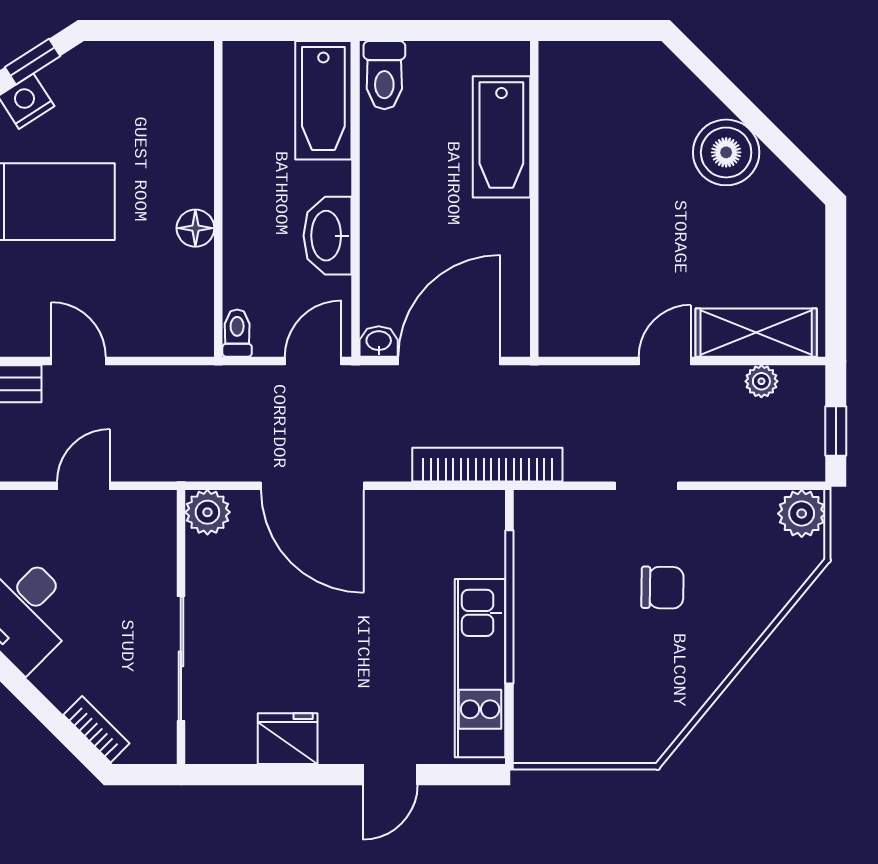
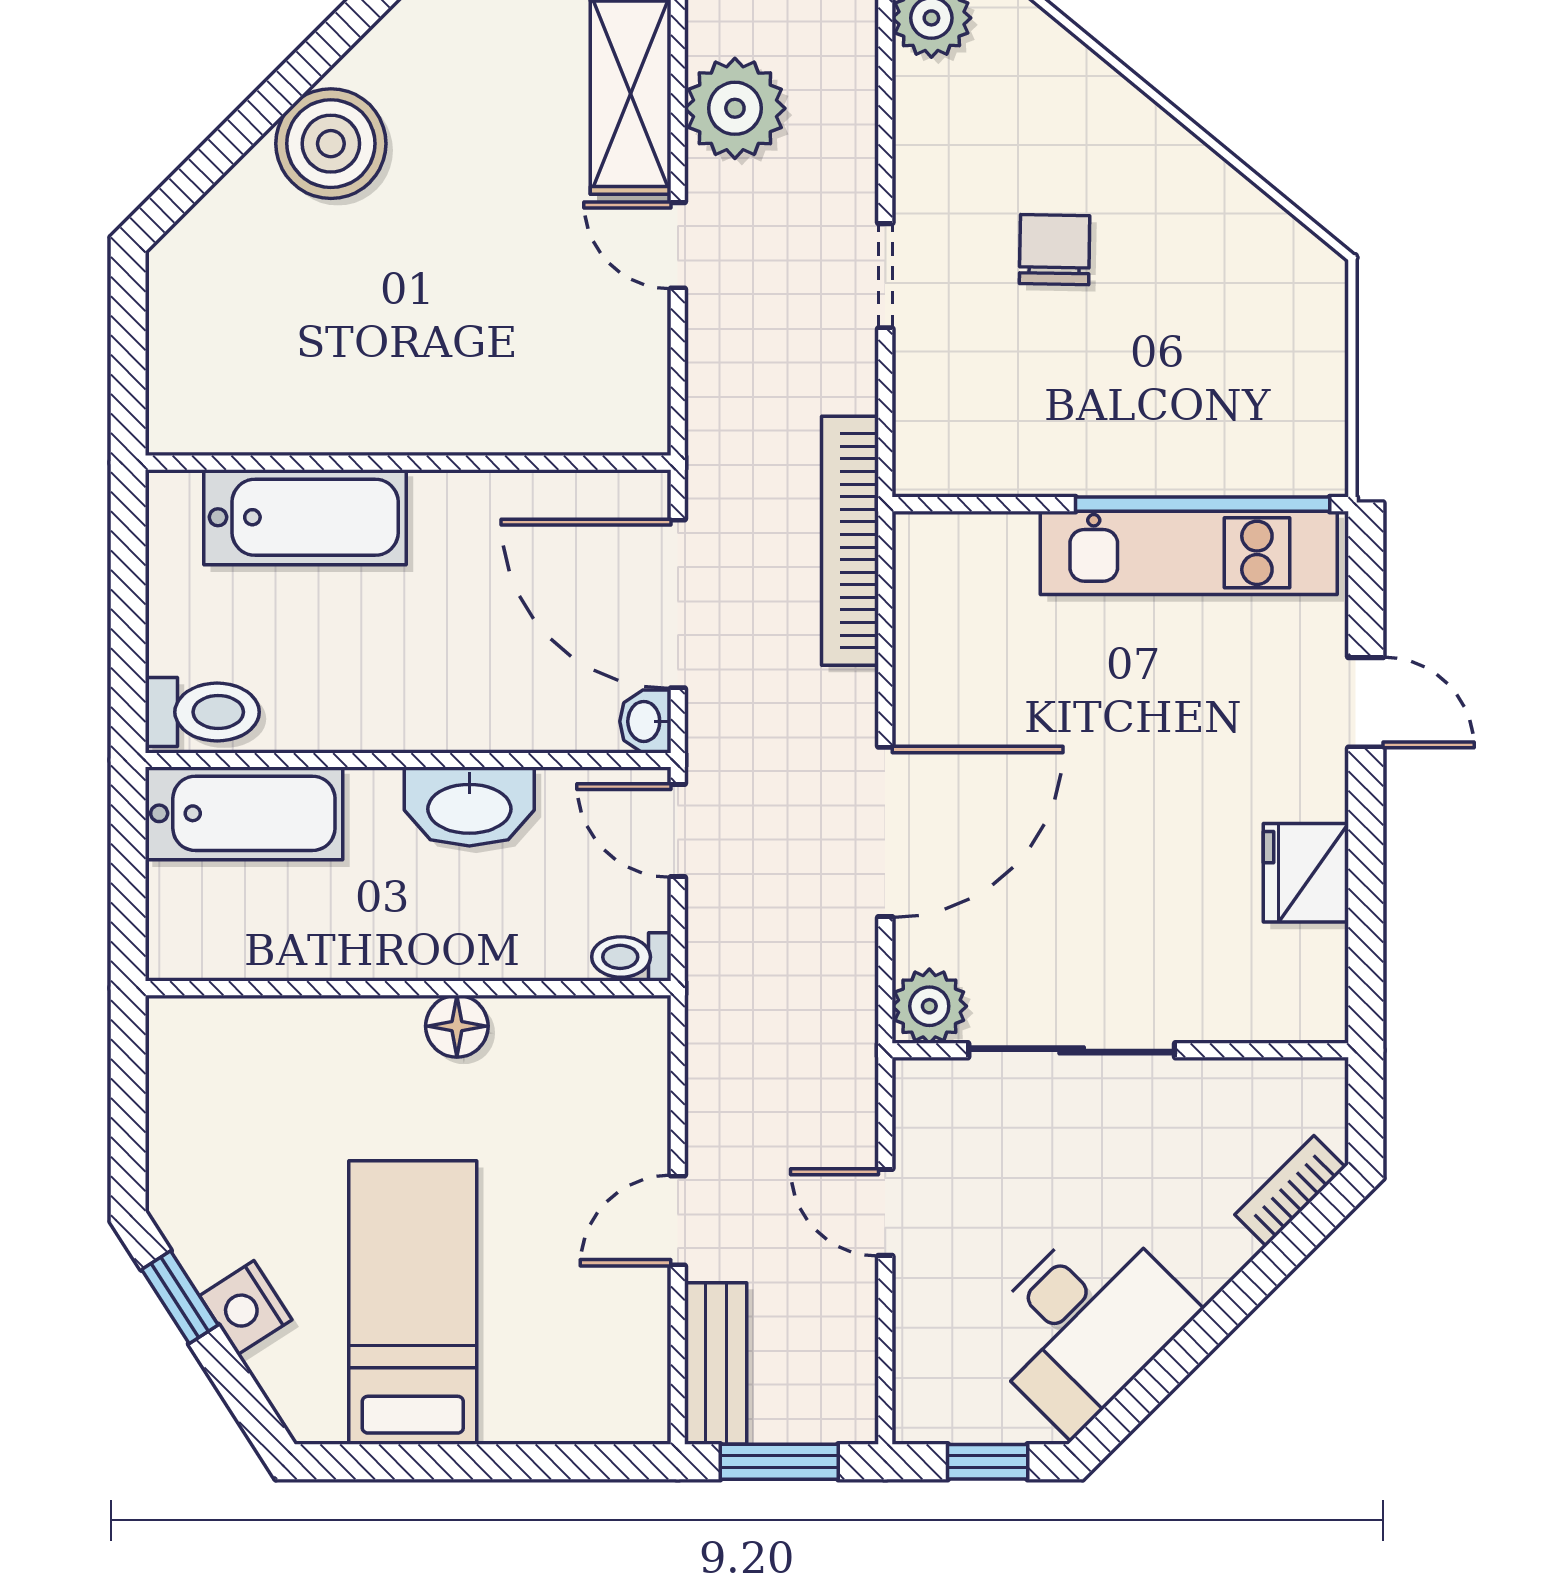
plant: (761, 381) -> (735, 108), width x1.87, depth x1.87
window: (509, 607) -> (1203, 504), moved
sliding door: (181, 659) -> (1072, 1050), moved

